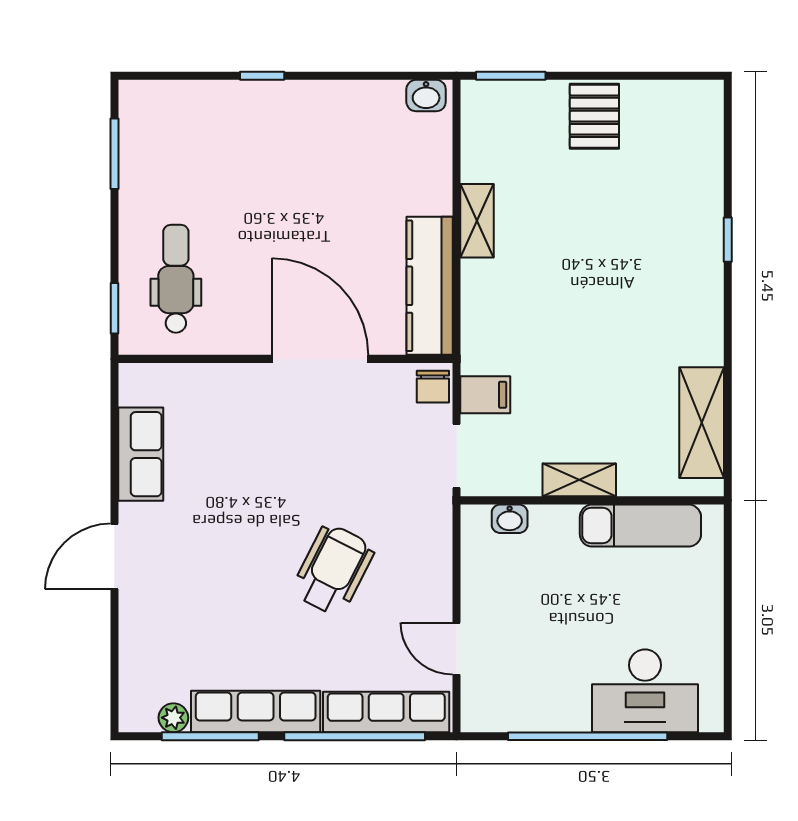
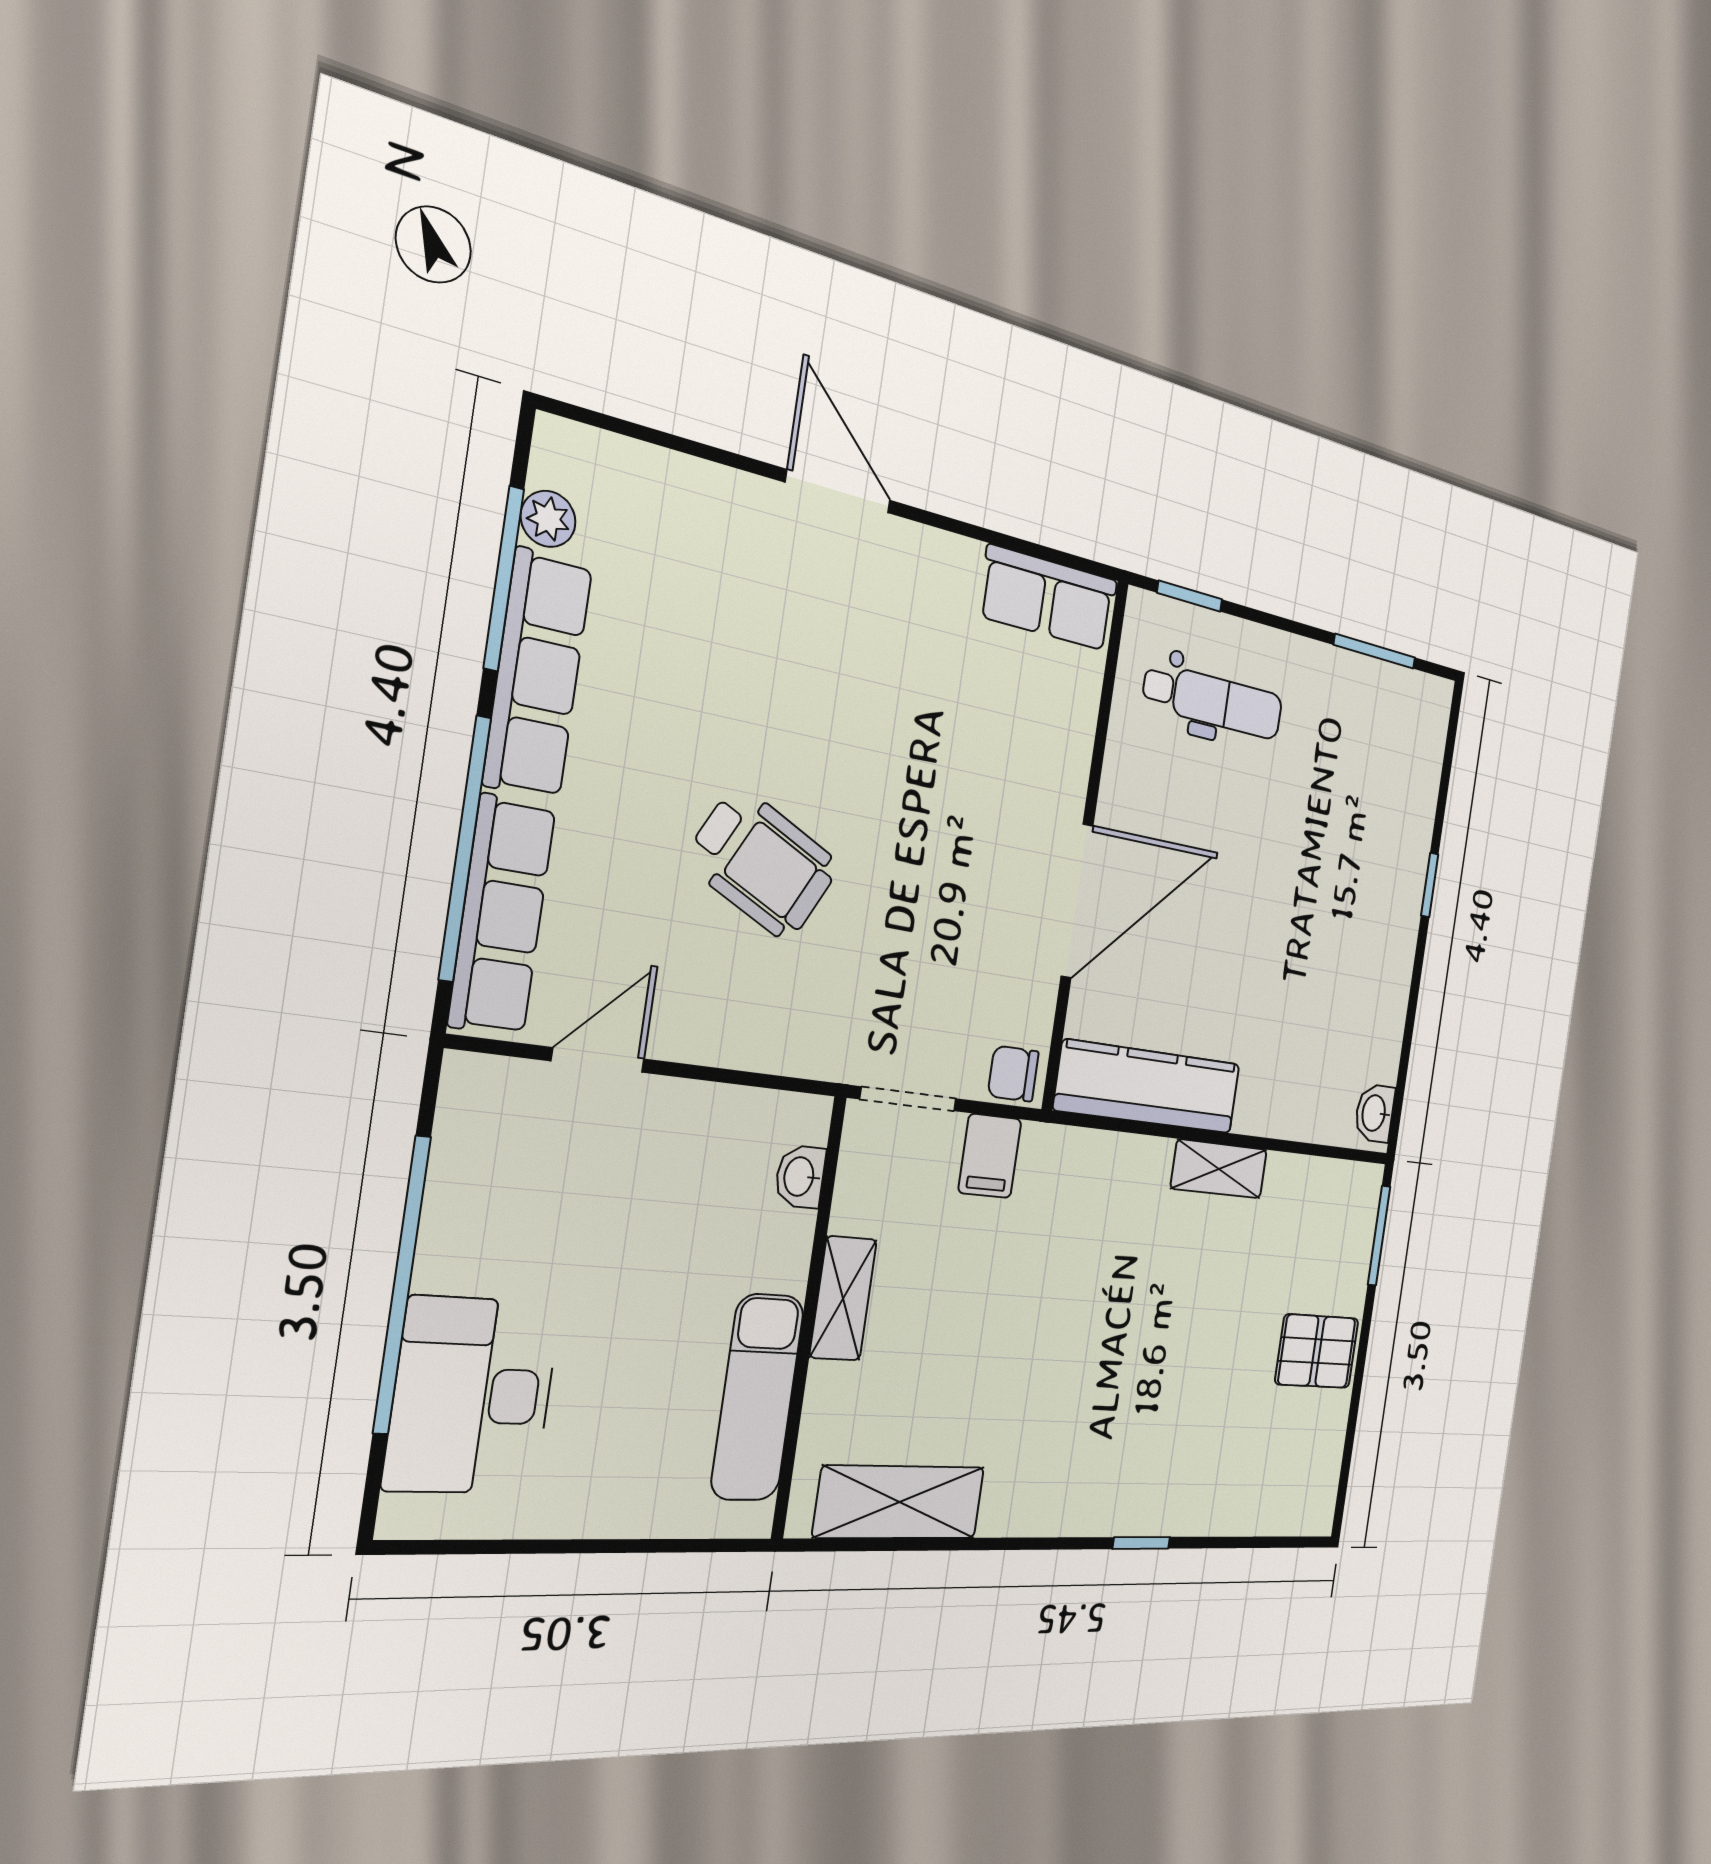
row of seats: (141, 454) -> (1048, 598), moved

